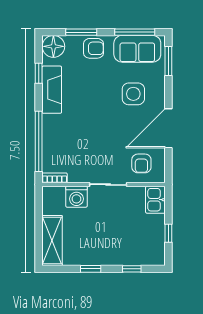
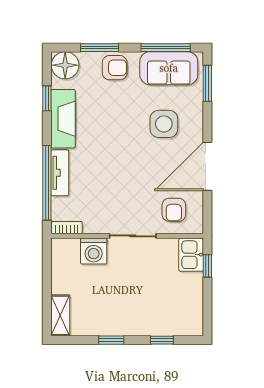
tv unit: (49, 133) -> (60, 173), added
window: (168, 233) -> (207, 266), moved
shelving: (52, 241) -> (60, 315), width x0.67, depth x0.75

